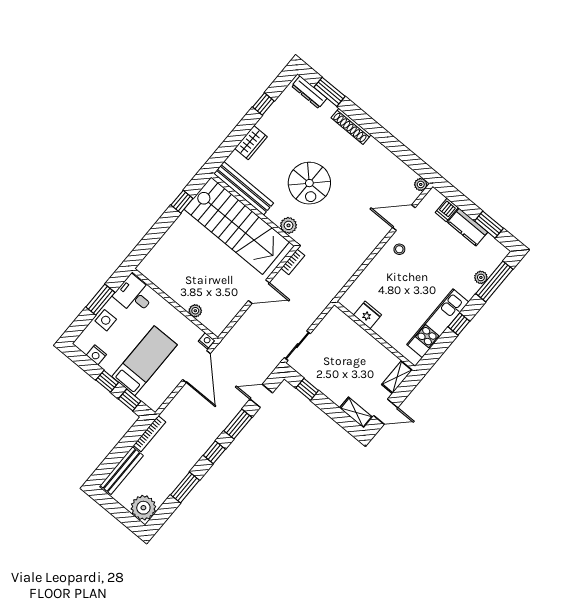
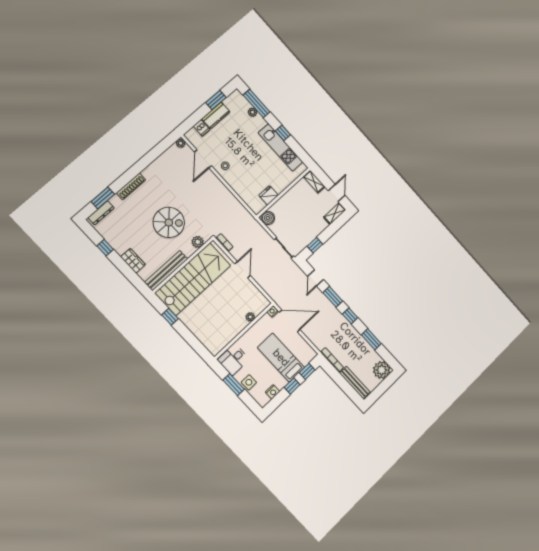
boiler: (336, 318) -> (268, 218), added

